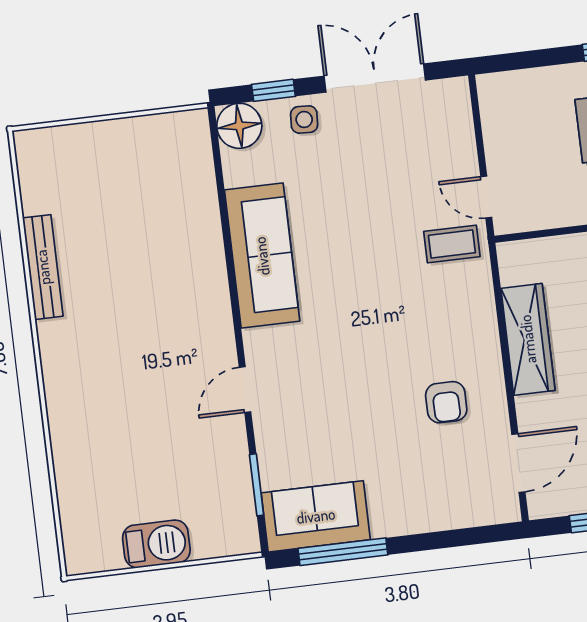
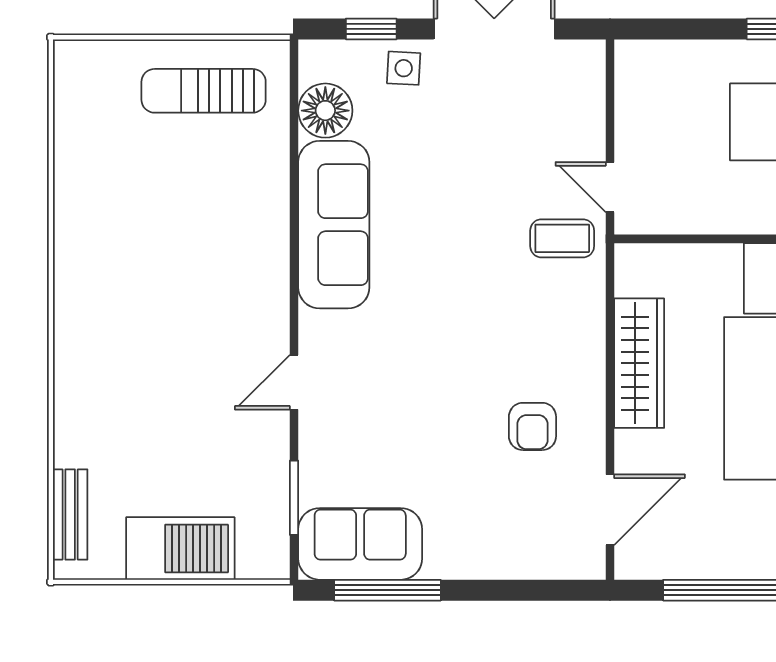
floor lamp: (239, 126) -> (325, 111), moved
sun lounger: (141, 158) -> (204, 91), added
bench: (43, 267) -> (70, 515), moved, width x0.73
barbecue: (156, 544) -> (180, 548), width x1.37, depth x1.21

